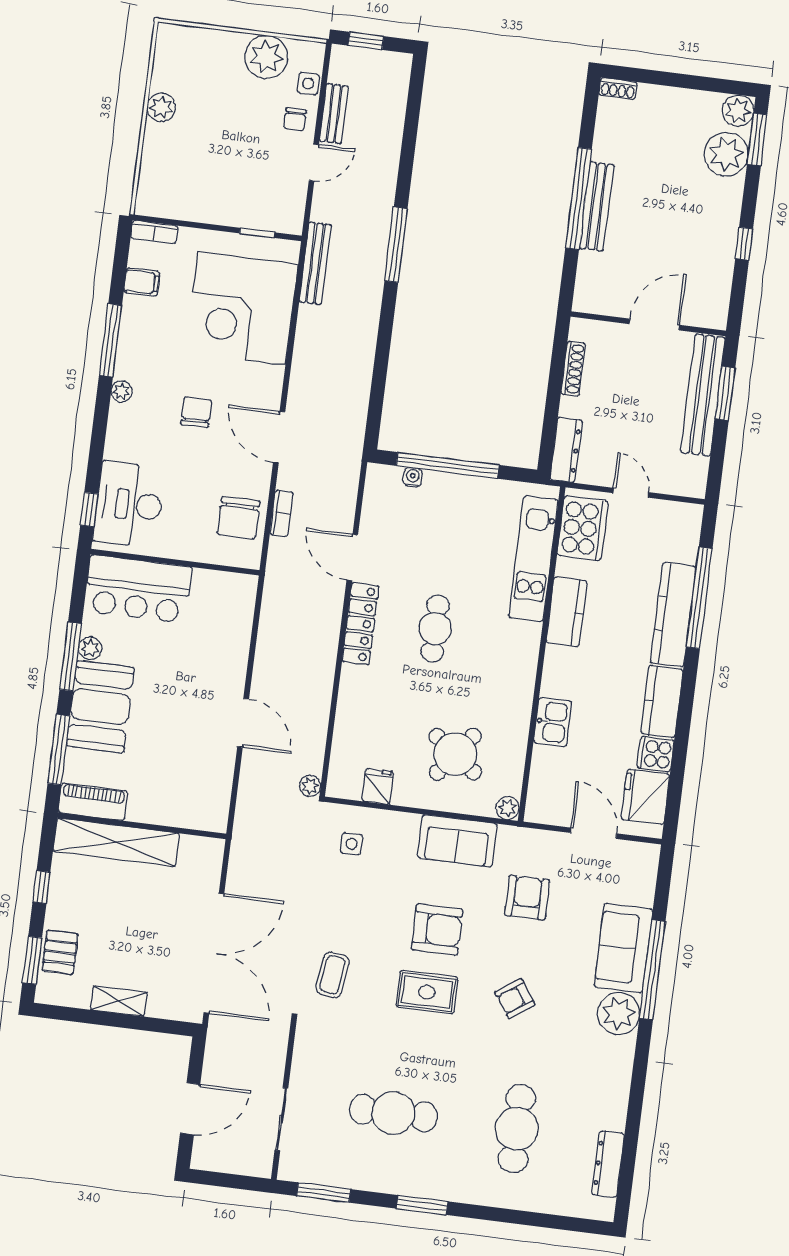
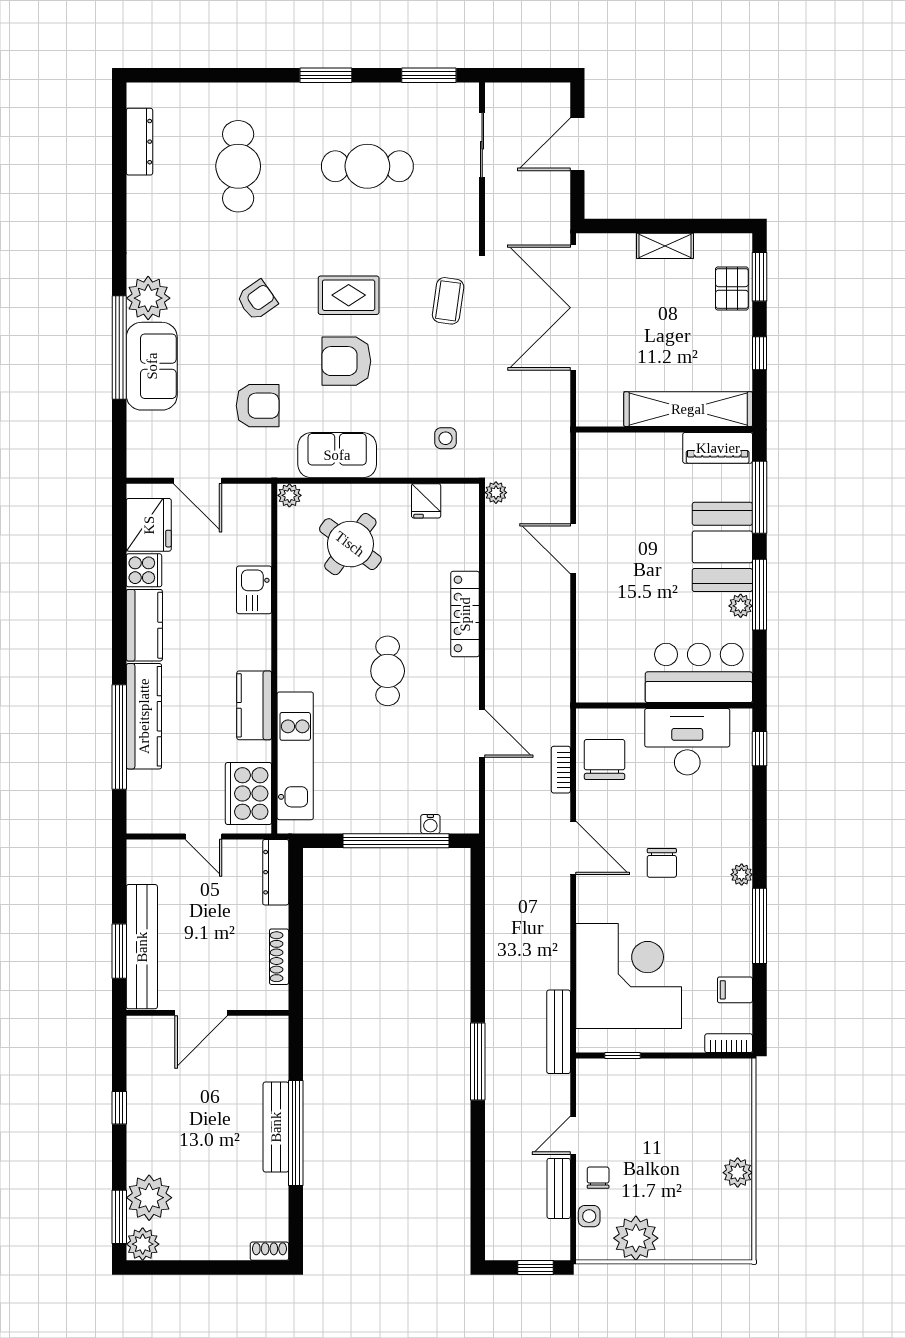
desk: (129, 504) -> (687, 742), moved, turned -90
locker: (360, 624) -> (465, 614), moved
armchair: (527, 898) -> (258, 406), turned -90

